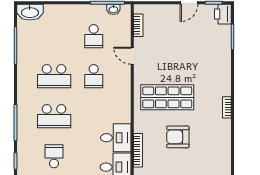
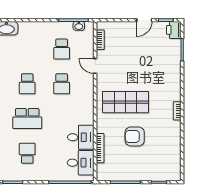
school desk: (54, 76) -> (27, 84), width x0.54

